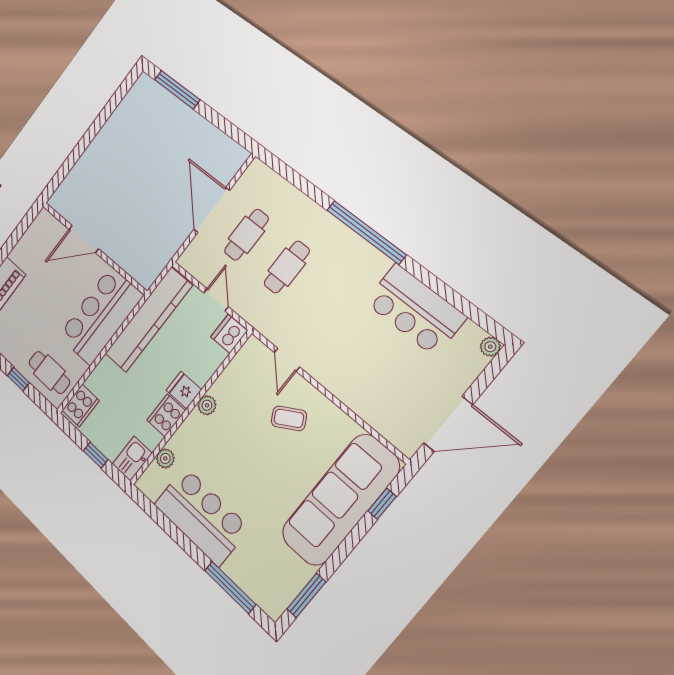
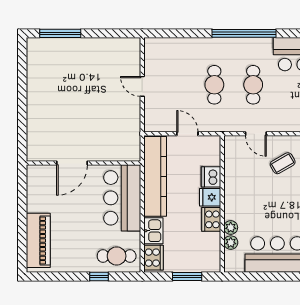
door: (212, 210) -> (142, 86), width x0.53
cafe table: (246, 235) -> (253, 85), moved
dishwasher: (229, 334) -> (211, 177), moved
plant: (207, 405) -> (231, 227), moved
window: (96, 455) -> (187, 277), width x1.50
kitchen sink: (132, 459) -> (153, 231), moved, turned 180

